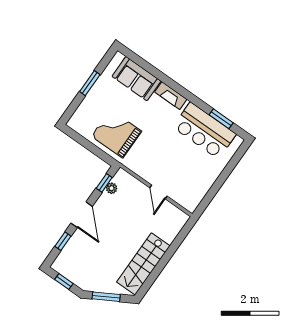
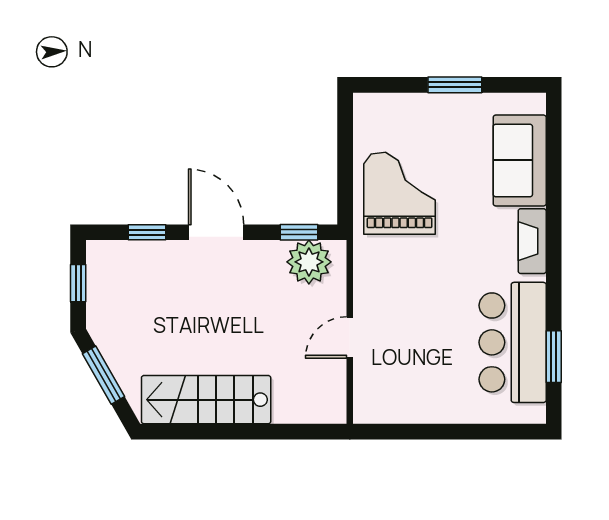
plant: (112, 188) -> (309, 262), width x1.87, depth x1.87
door: (82, 215) -> (216, 232), swing flipped

